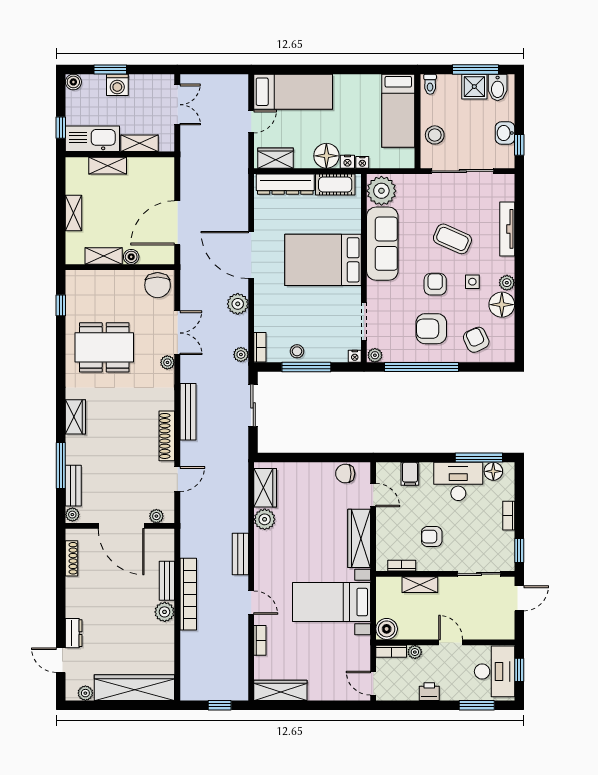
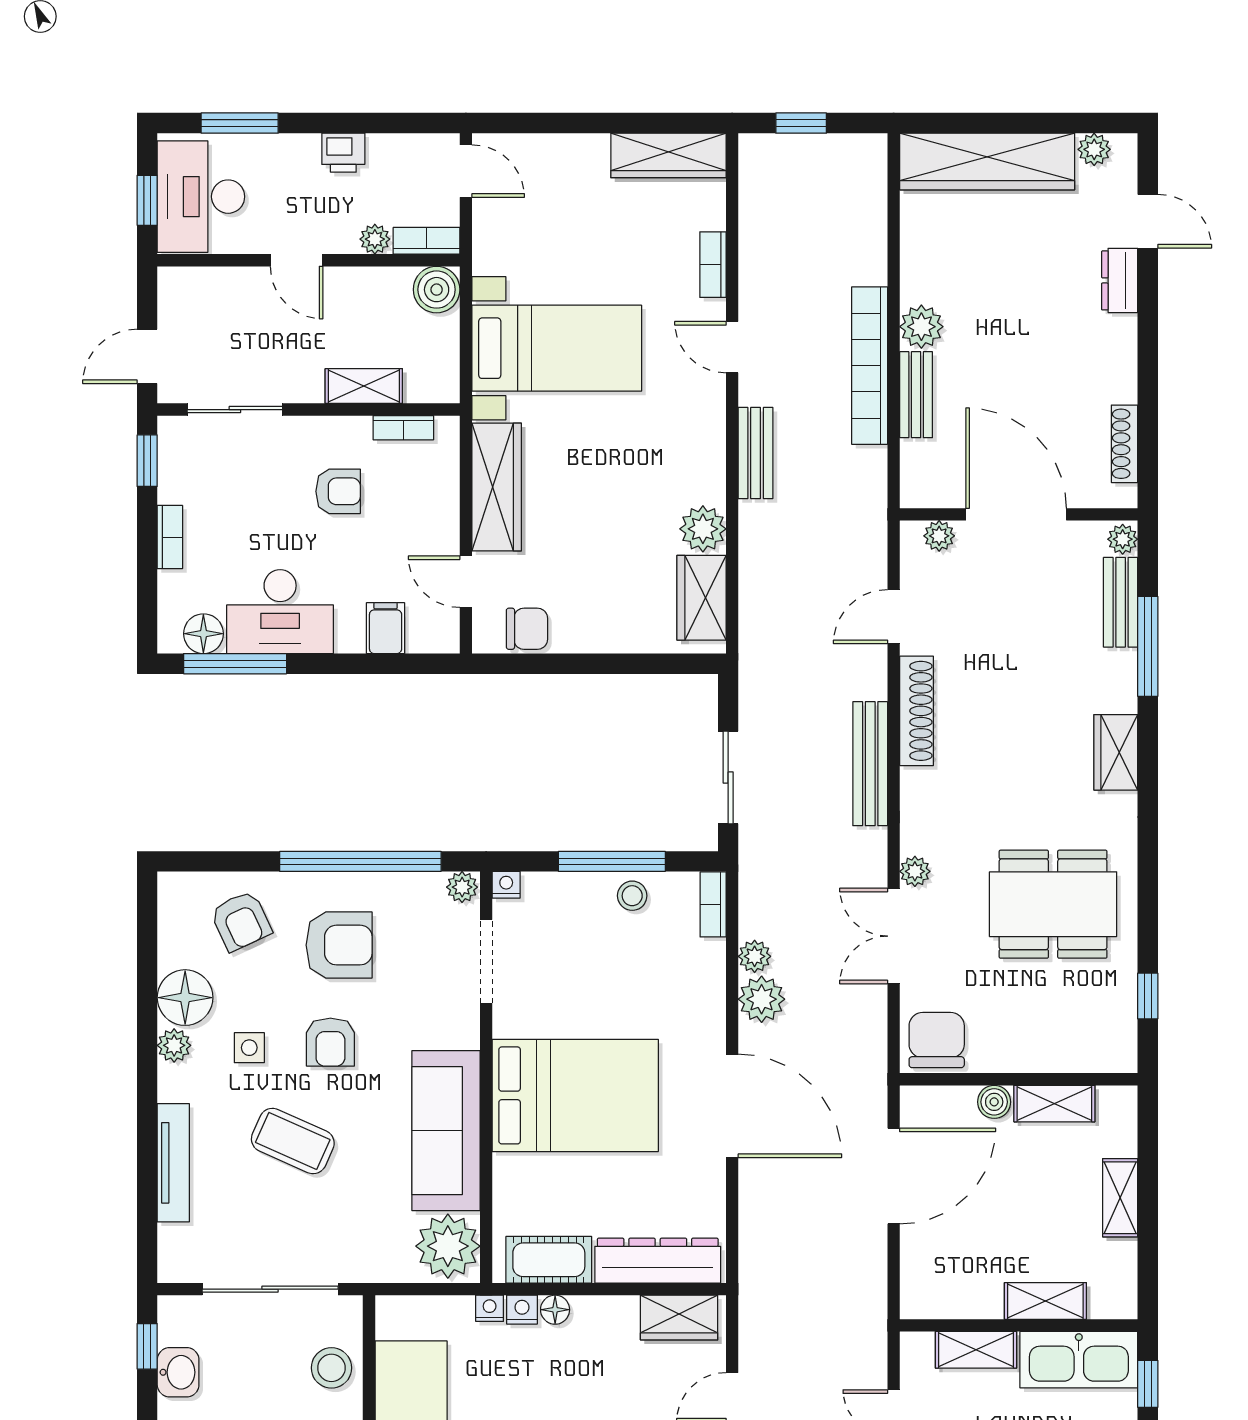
floor lamp: (326, 156) -> (555, 1310), width x0.53, depth x0.53
plant: (241, 355) -> (755, 956), moved

